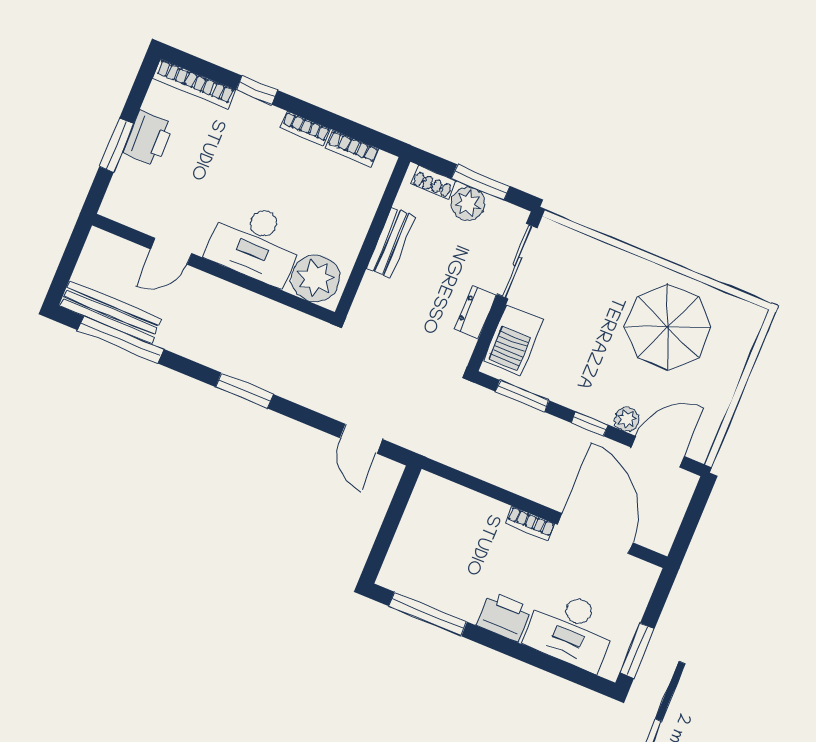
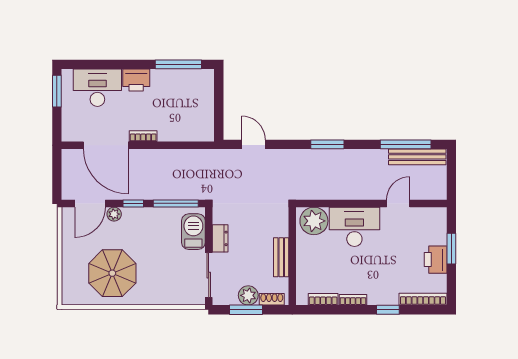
window: (522, 396) -> (176, 203), width x1.44

